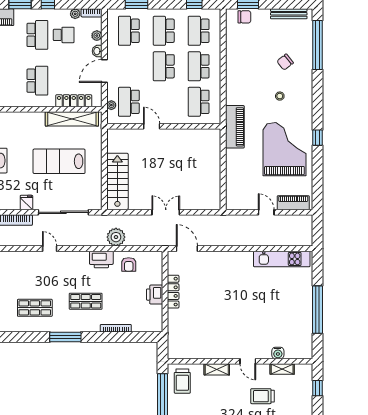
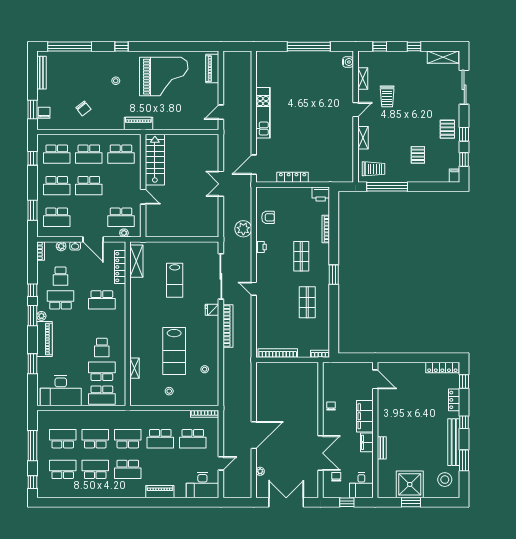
plant: (75, 14) -> (41, 316), moved
school desk: (64, 35) -> (61, 276), turned 180
chair: (285, 62) -> (83, 109), moved
school desk: (37, 81) -> (102, 300), turned 180
shelving: (72, 119) -> (136, 261), width x0.68
door: (152, 126) -> (143, 197), swing flipped
piano: (235, 127) -> (138, 123), width x0.73, depth x0.75
window: (318, 138) -> (121, 47), moved
grand piano: (284, 149) -> (164, 77), turned 180
lab bench: (59, 161) -> (175, 280), width x0.73, depth x0.72
stairs: (117, 181) -> (155, 160), moved, turned 90
door: (266, 212) -> (221, 112), moved
door: (50, 249) -> (254, 289), hinge flipped
printer: (101, 259) -> (261, 247), width x0.53, depth x0.68
kitchen unit: (282, 259) -> (263, 113), moved
printer: (155, 295) -> (321, 194), moved
window: (65, 337) -> (334, 275), width x0.69
water cooler: (278, 353) -> (348, 62), moved

